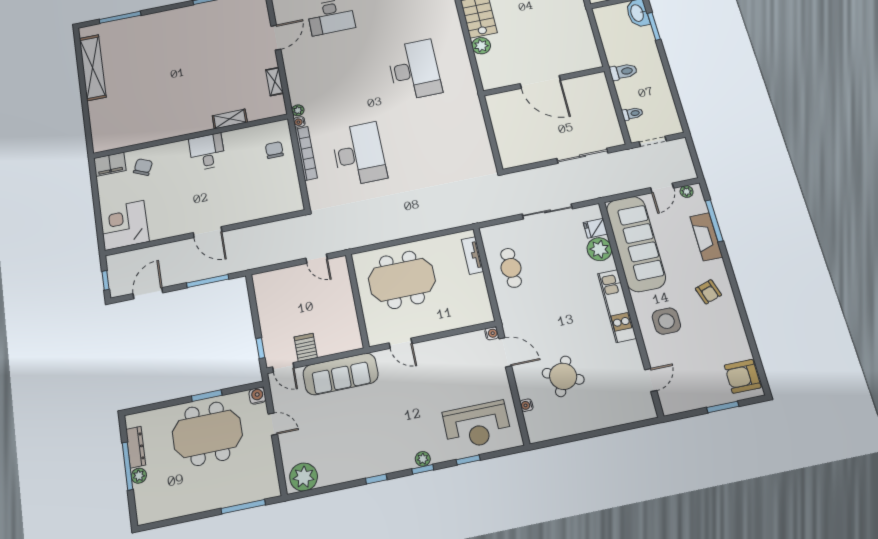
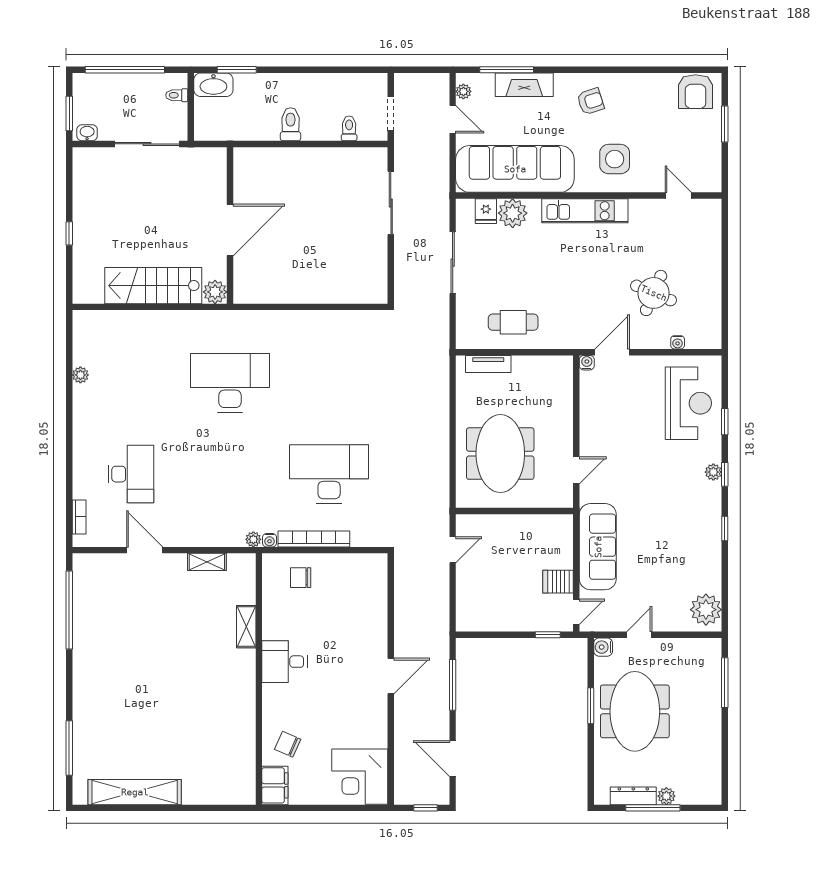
wall: (544, 81) -> (230, 225), moved
door: (540, 82) -> (230, 230), moved

